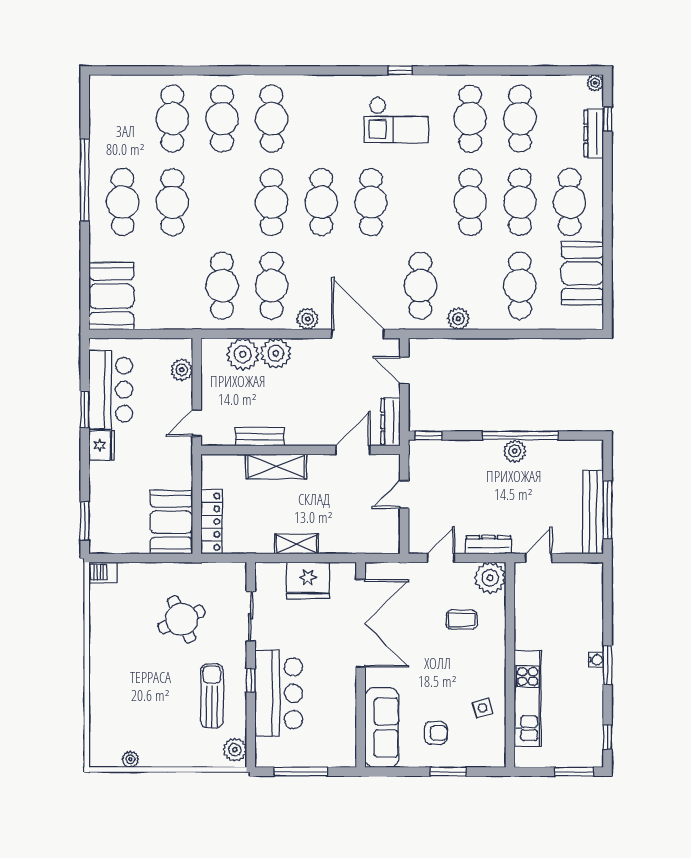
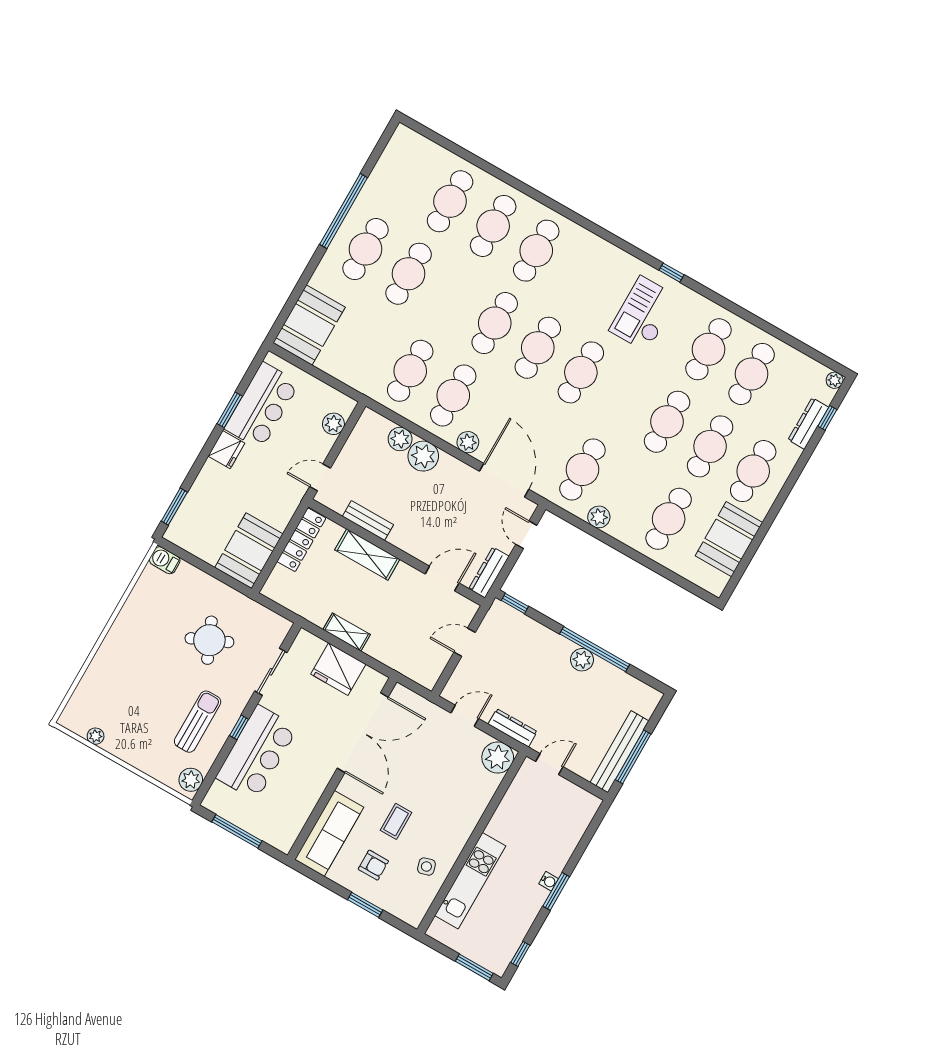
checkout: (396, 120) -> (644, 314), turned 90
plant: (243, 354) -> (400, 439), width x0.73, depth x0.73
locker: (212, 522) -> (301, 540), moved
coffee table: (462, 620) -> (396, 821), moved, turned 90

